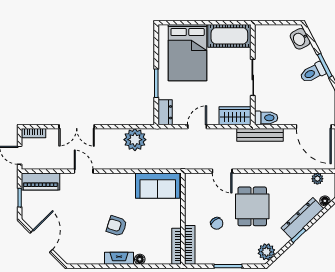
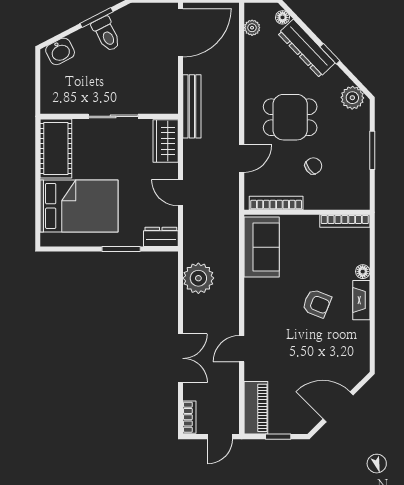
toilet: (266, 118) -> (168, 98), removed
armchair: (117, 226) -> (317, 303), turned -86
bookcase: (190, 245) -> (276, 203), moved

